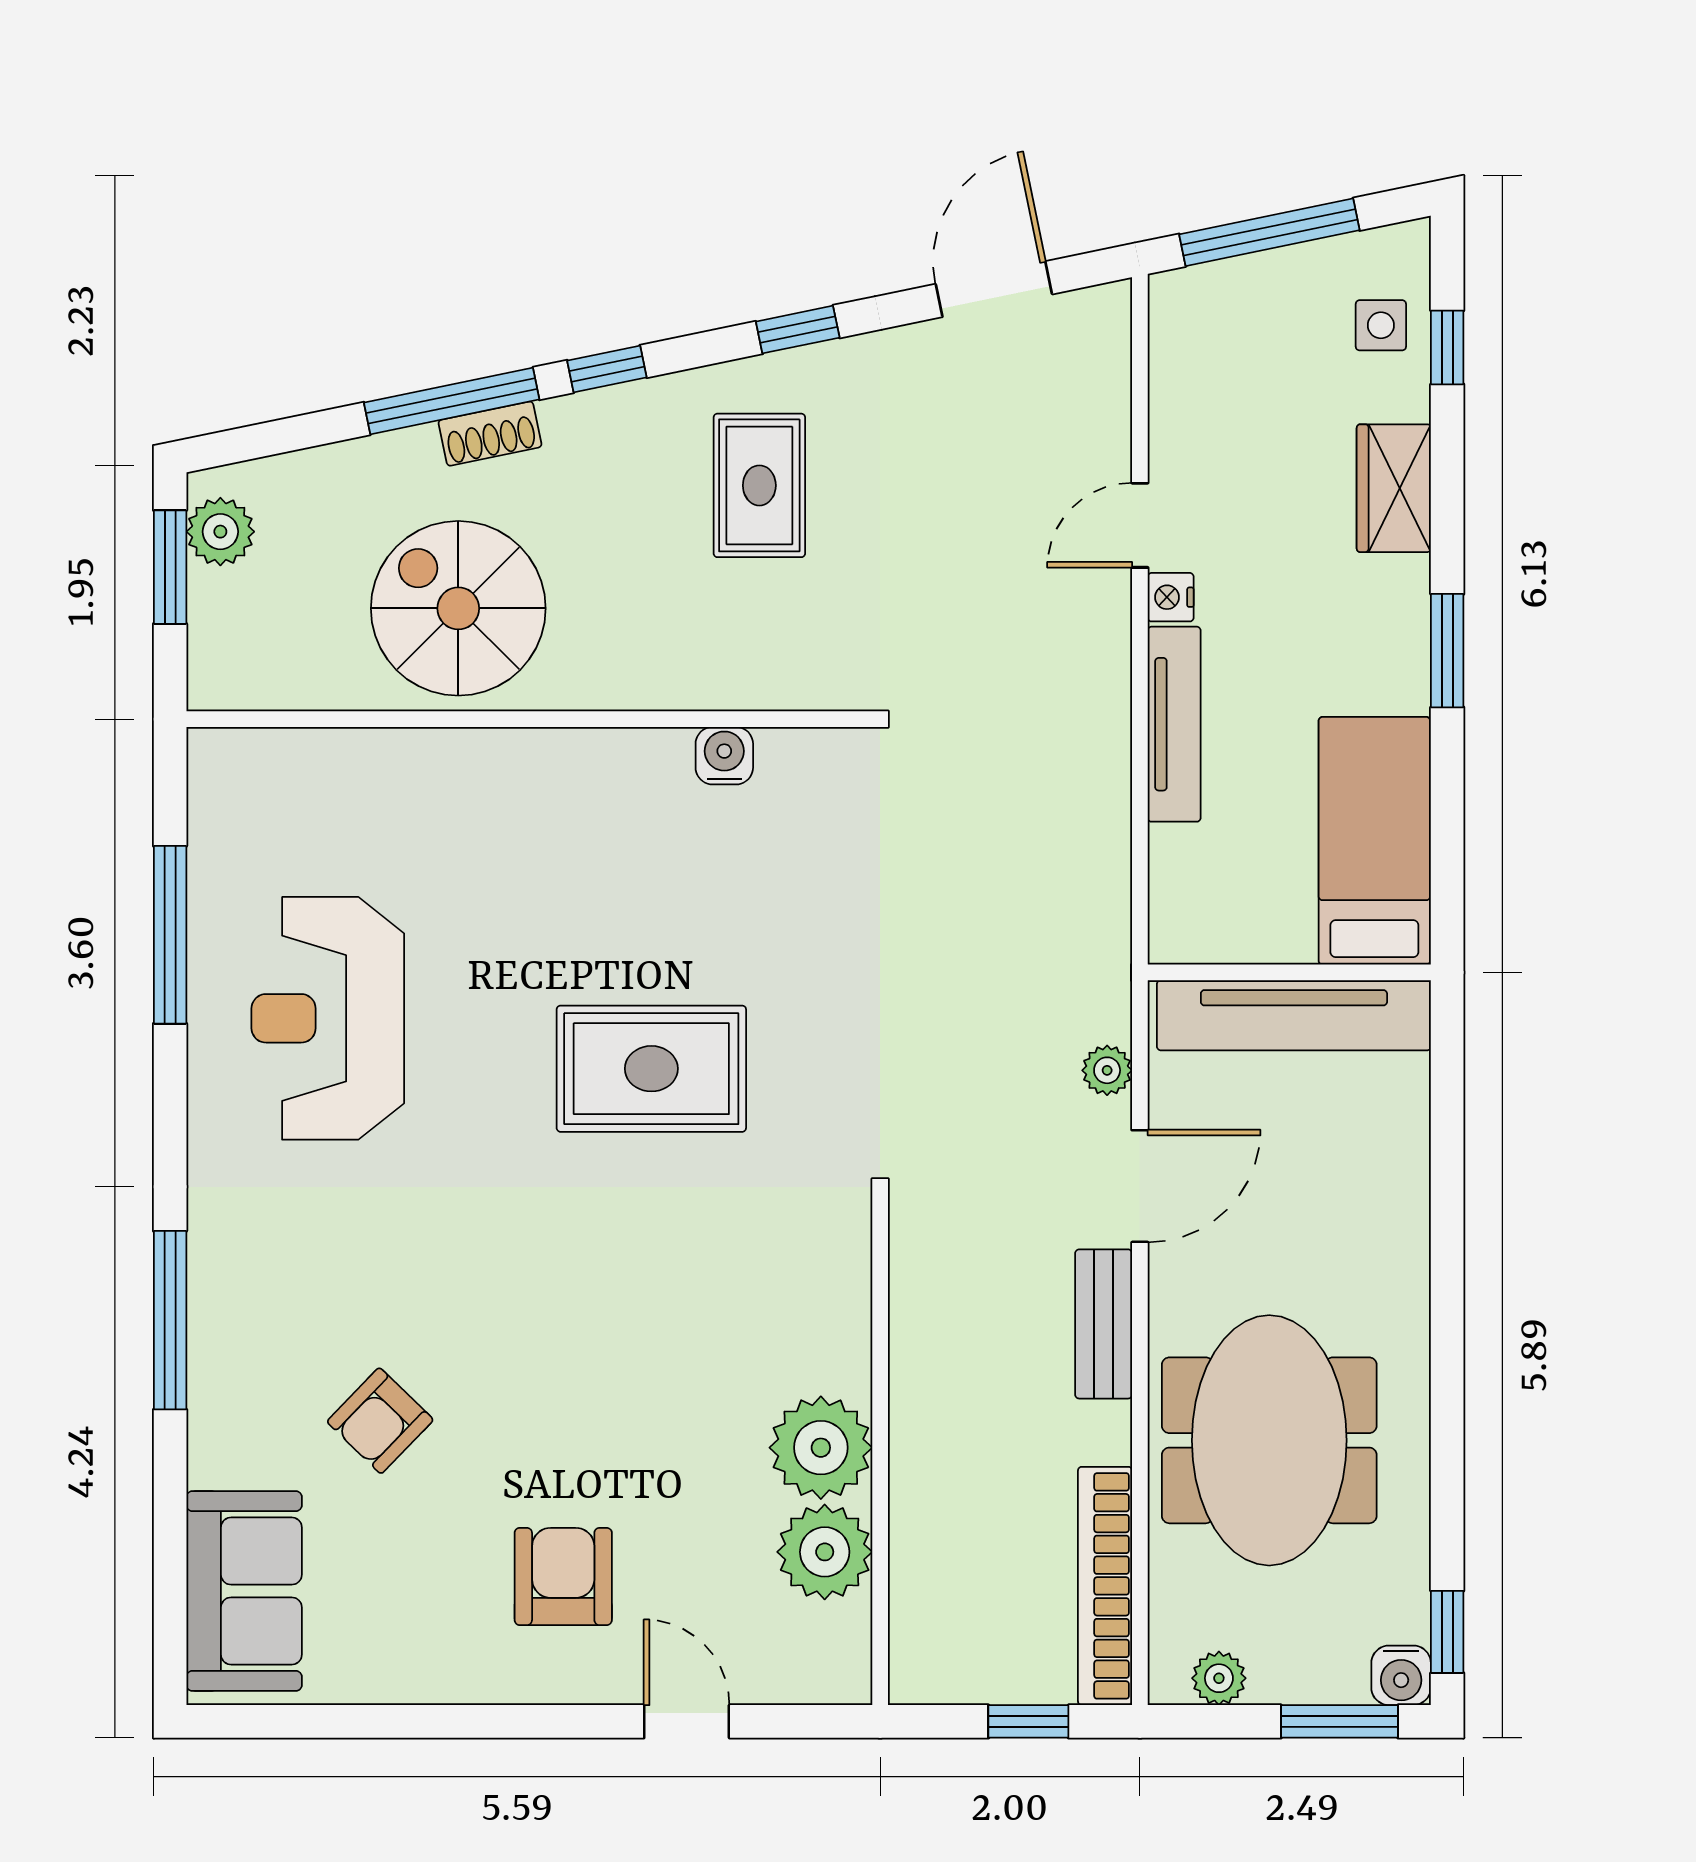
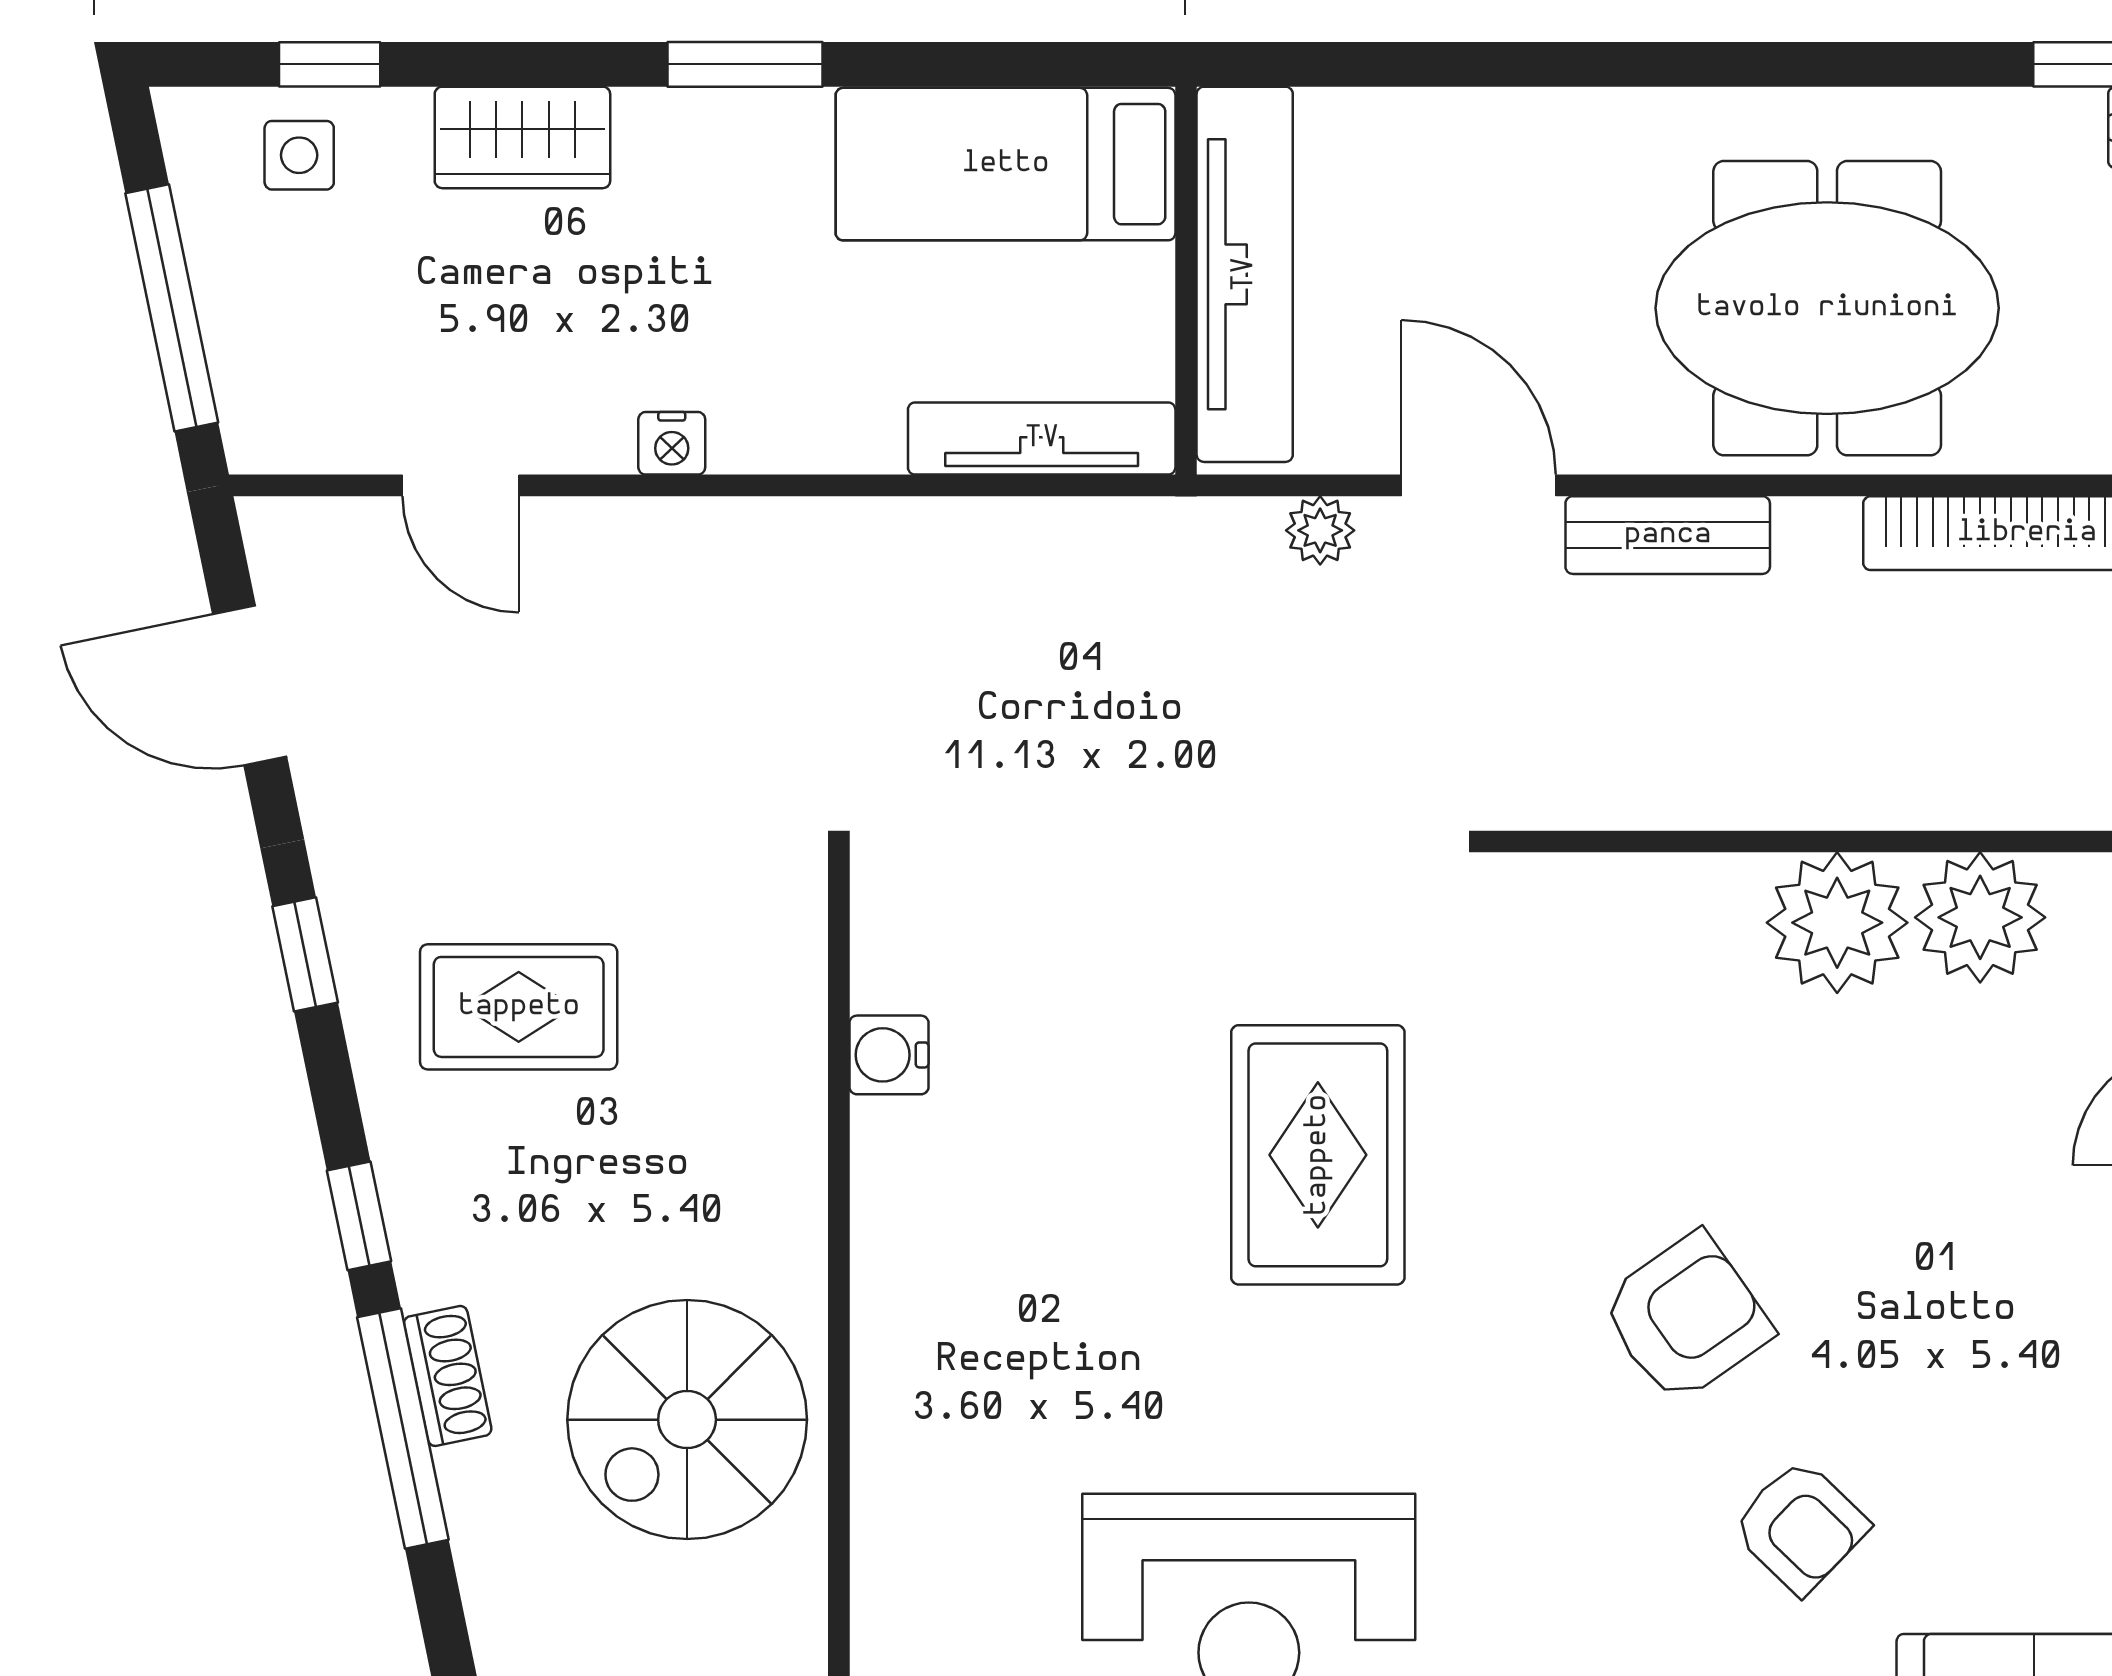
door: (1140, 525) -> (461, 485), moved
tv unit: (1174, 724) -> (1042, 439), moved
armchair: (563, 1576) -> (1686, 1318), moved, turned 145

